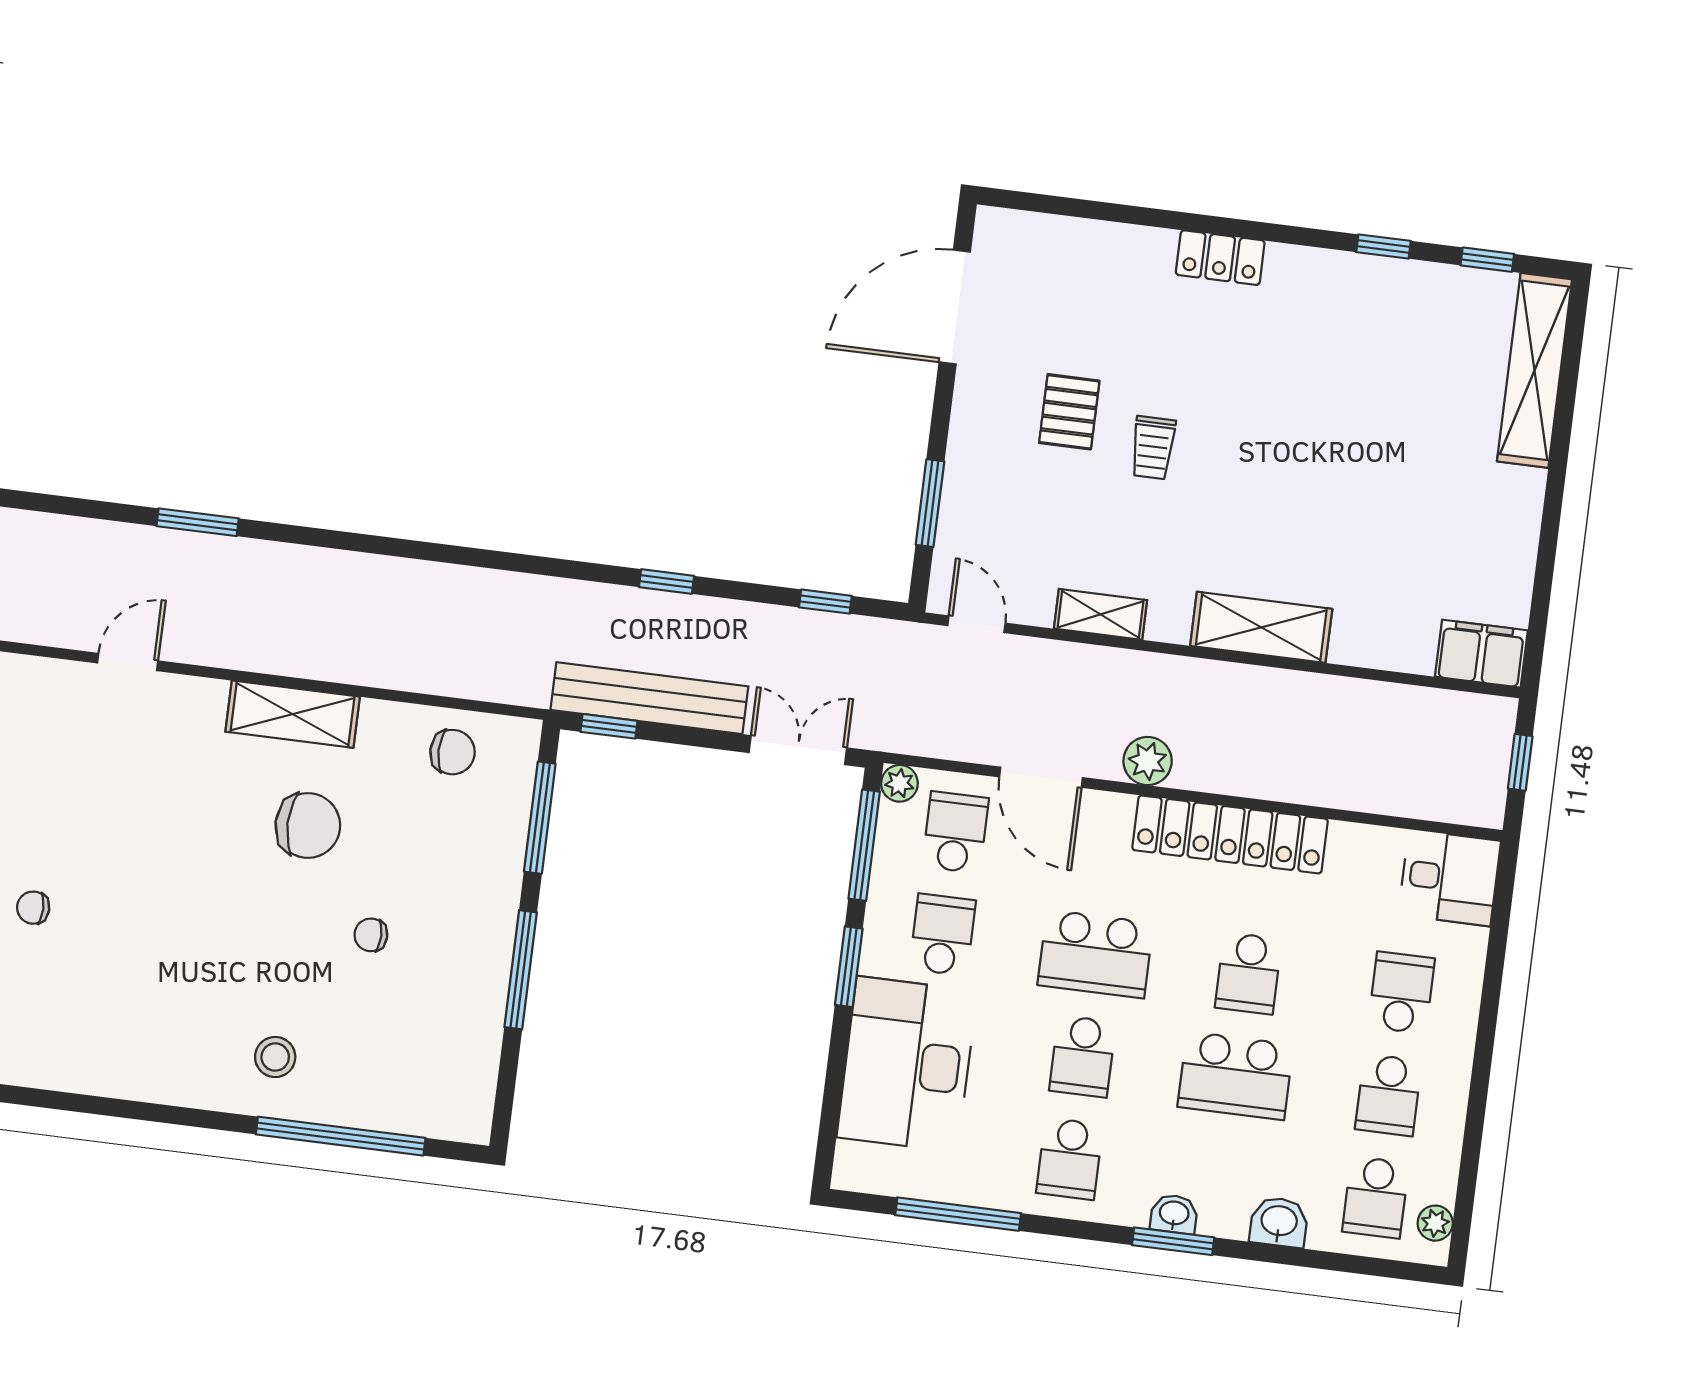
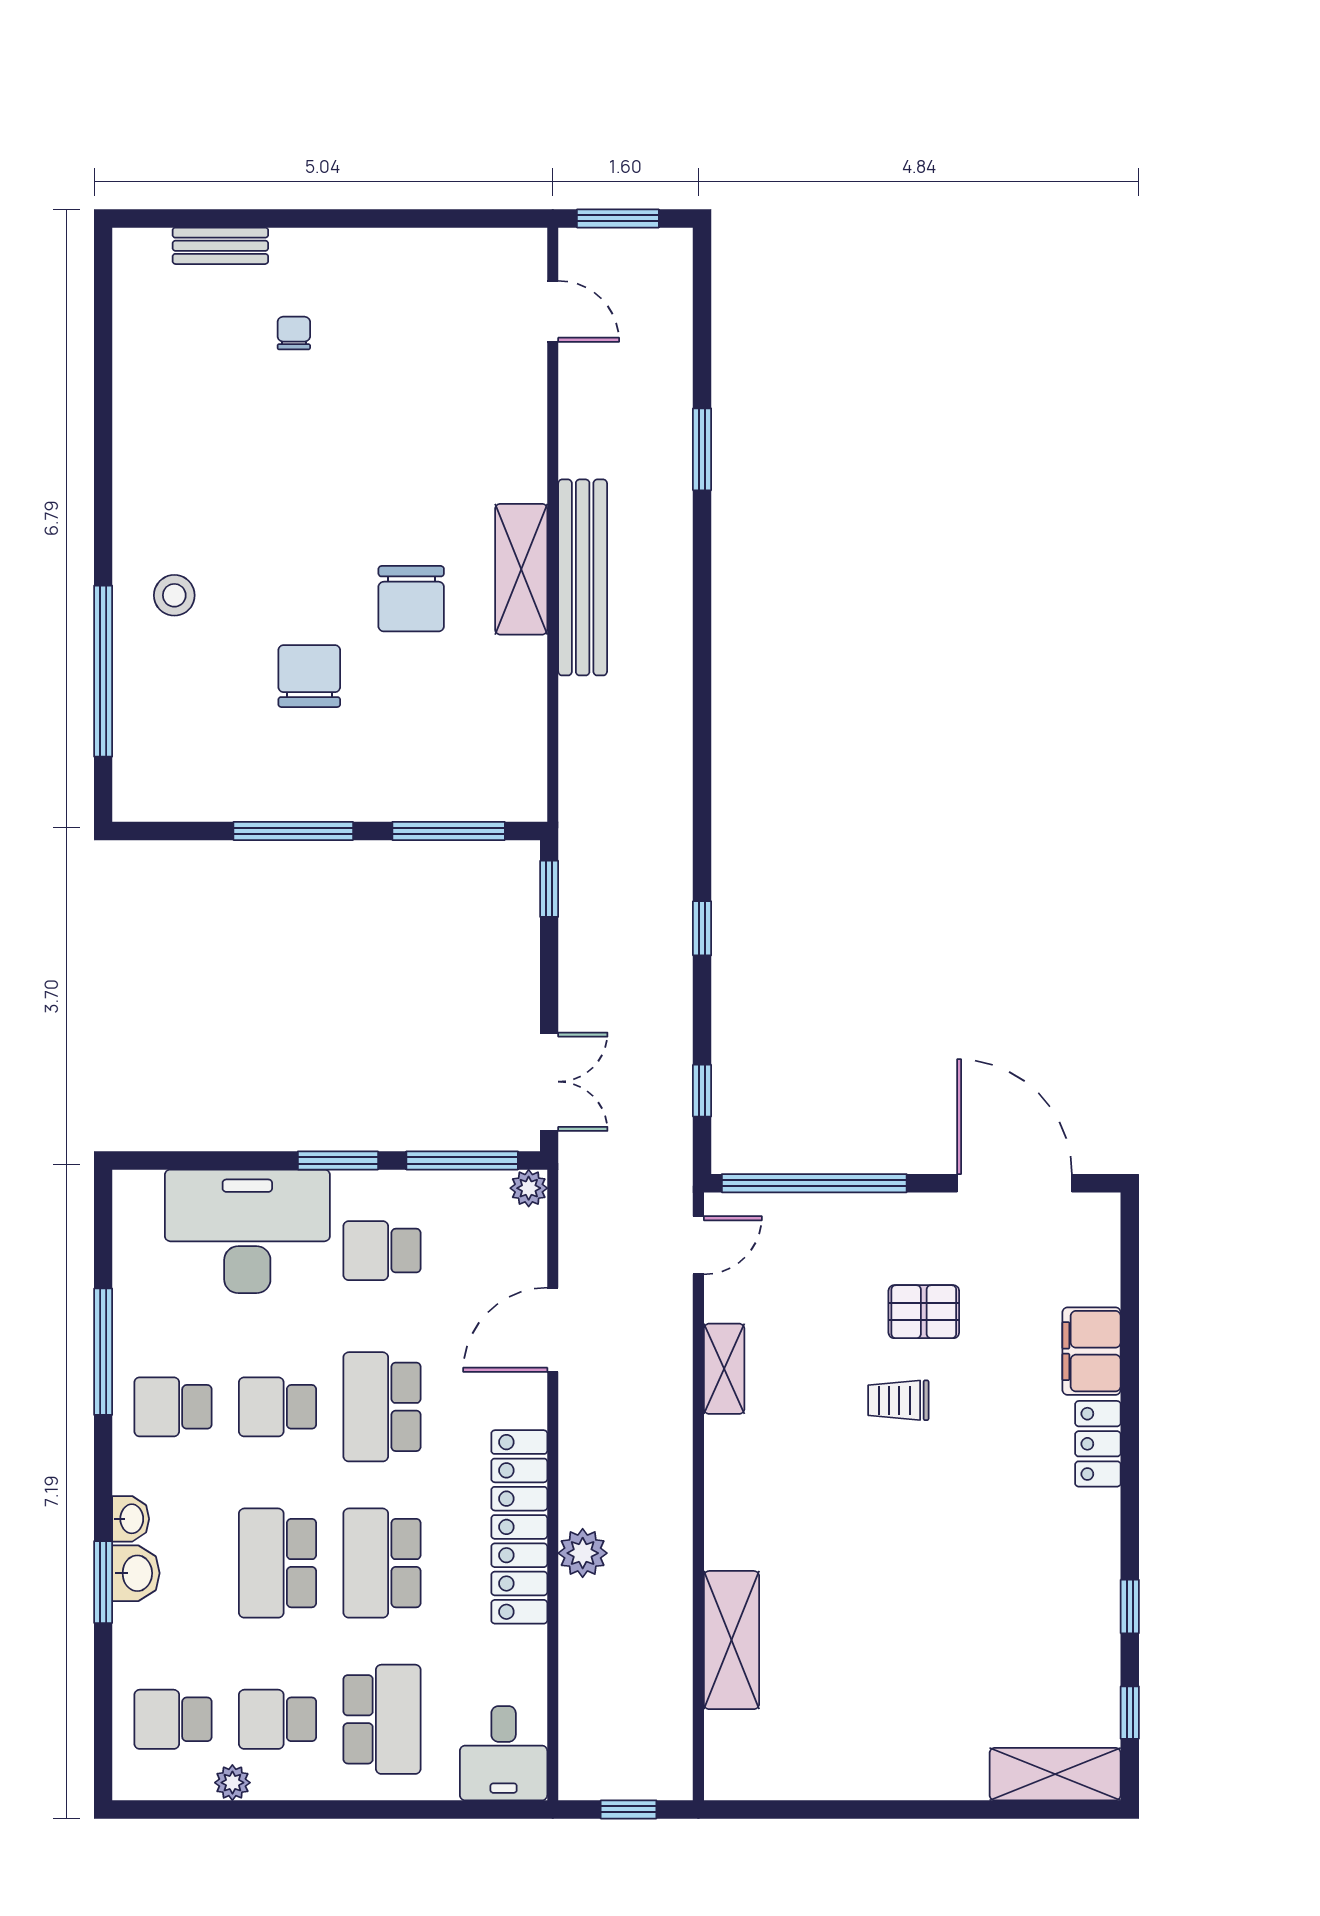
shelving: (1535, 370) -> (1055, 1774), width x0.68
window: (930, 503) -> (814, 1183), width x2.11
shelving: (1261, 627) -> (731, 1640), moved
filing cabinet: (1481, 654) -> (1092, 1351), moved, turned 180
door: (128, 662) -> (553, 311), moved
bench: (649, 698) -> (583, 577), moved
chair: (452, 752) -> (503, 735), removed
plant: (1148, 761) -> (583, 1553), moved
school desk: (955, 832) -> (487, 1251), removed
chair: (371, 935) -> (309, 676), width x1.87, depth x1.87
school desk: (942, 935) -> (382, 1251), turned 180
school desk: (1248, 973) -> (382, 1563), width x1.85
school desk: (1401, 993) -> (382, 1719), width x1.85
window: (958, 1214) -> (103, 1352), moved
washbasin: (1279, 1222) -> (136, 1573), moved
plant: (1435, 1223) -> (232, 1783), moved
window: (1173, 1241) -> (103, 1582), moved

